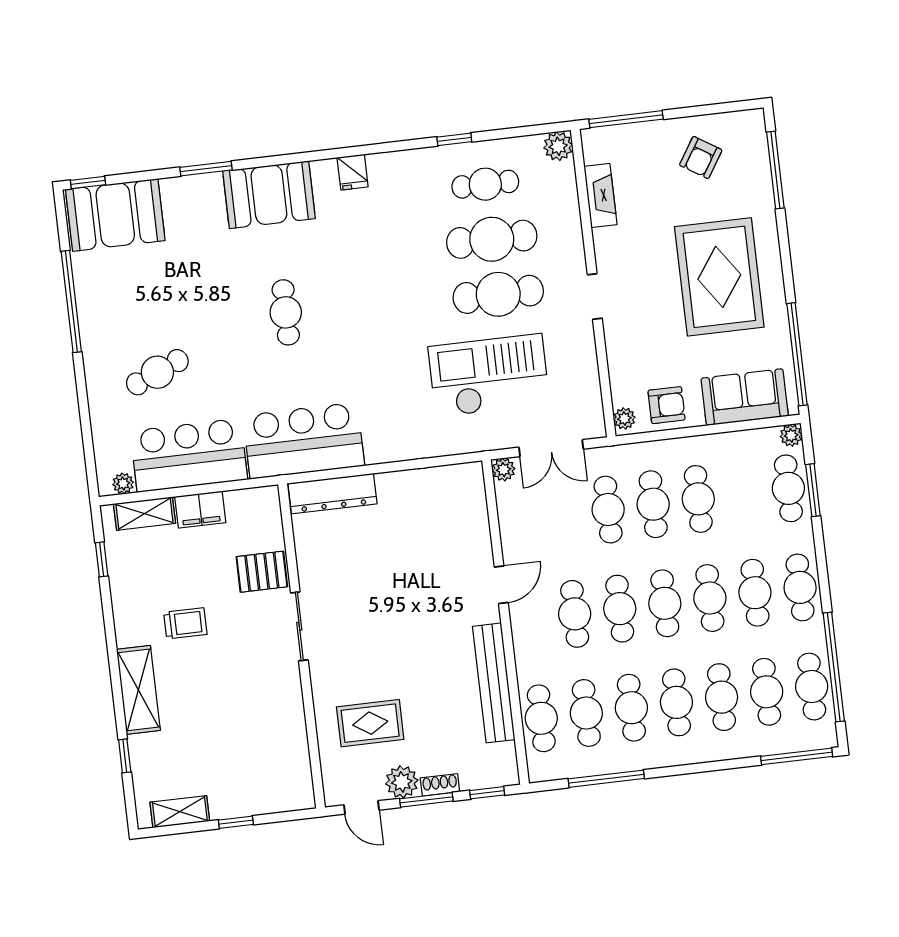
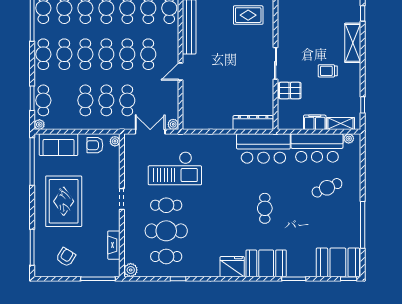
fridge: (353, 172) -> (232, 267), width x1.88, depth x1.34
cafe table: (498, 294) -> (166, 205), width x0.73, depth x0.74

